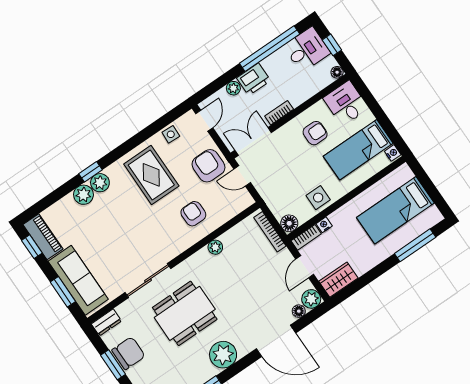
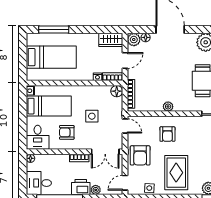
window: (332, 45) -> (23, 176), removed
door: (242, 176) -> (125, 126), moved
side table: (318, 198) -> (92, 116), moved

